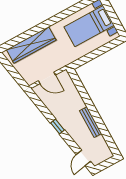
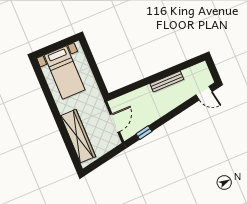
window: (58, 126) -> (144, 133), moved

